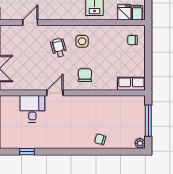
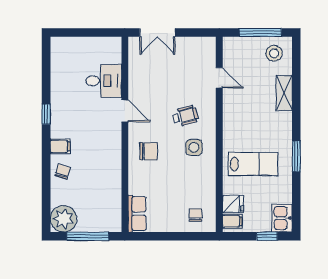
filing cabinet: (81, 141) -> (60, 146), added
plant: (140, 143) -> (64, 219), width x1.87, depth x1.87
window: (27, 152) -> (46, 114), moved

